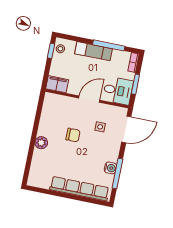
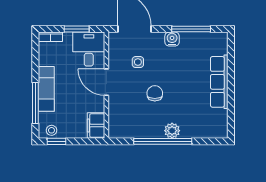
window: (109, 45) -> (35, 103), moved
window: (34, 134) -> (163, 141), added
water cooler: (110, 168) -> (172, 39), moved
row of seats: (79, 189) -> (219, 82), width x0.73

